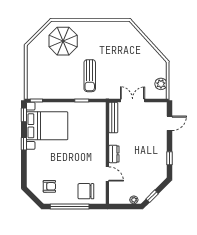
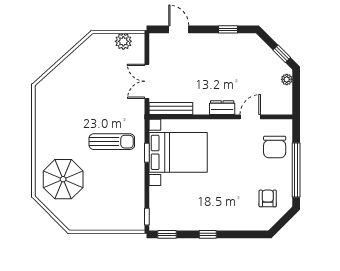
bed with nightstands: (47, 126) -> (178, 152), moved, turned 90

